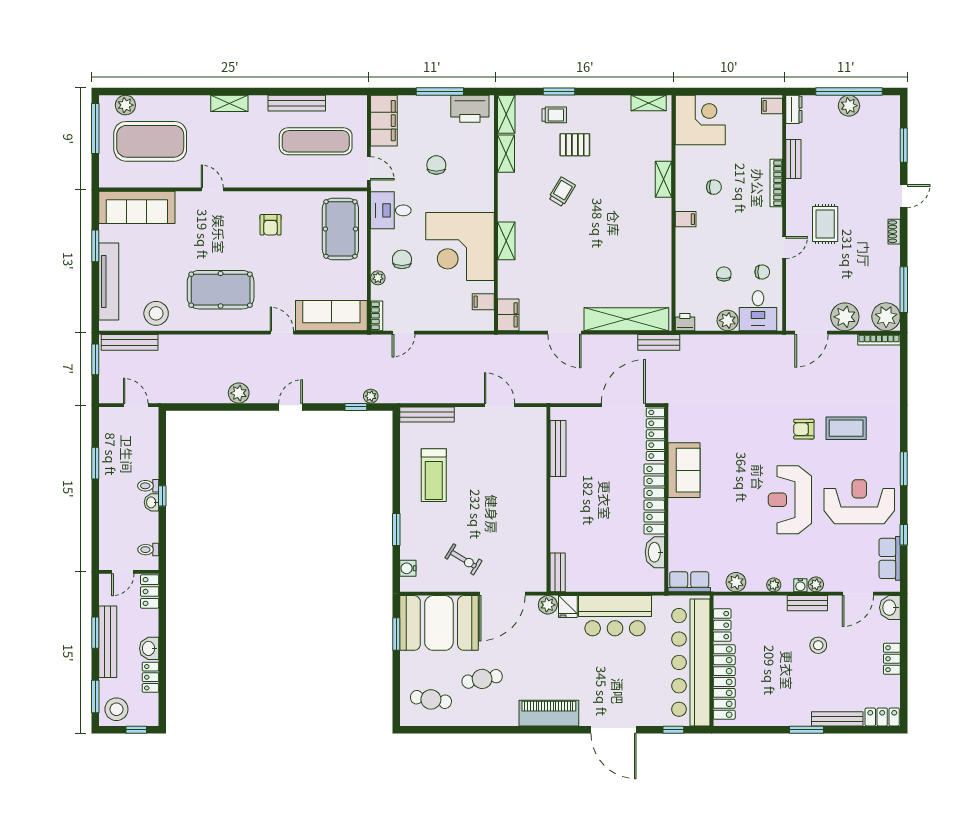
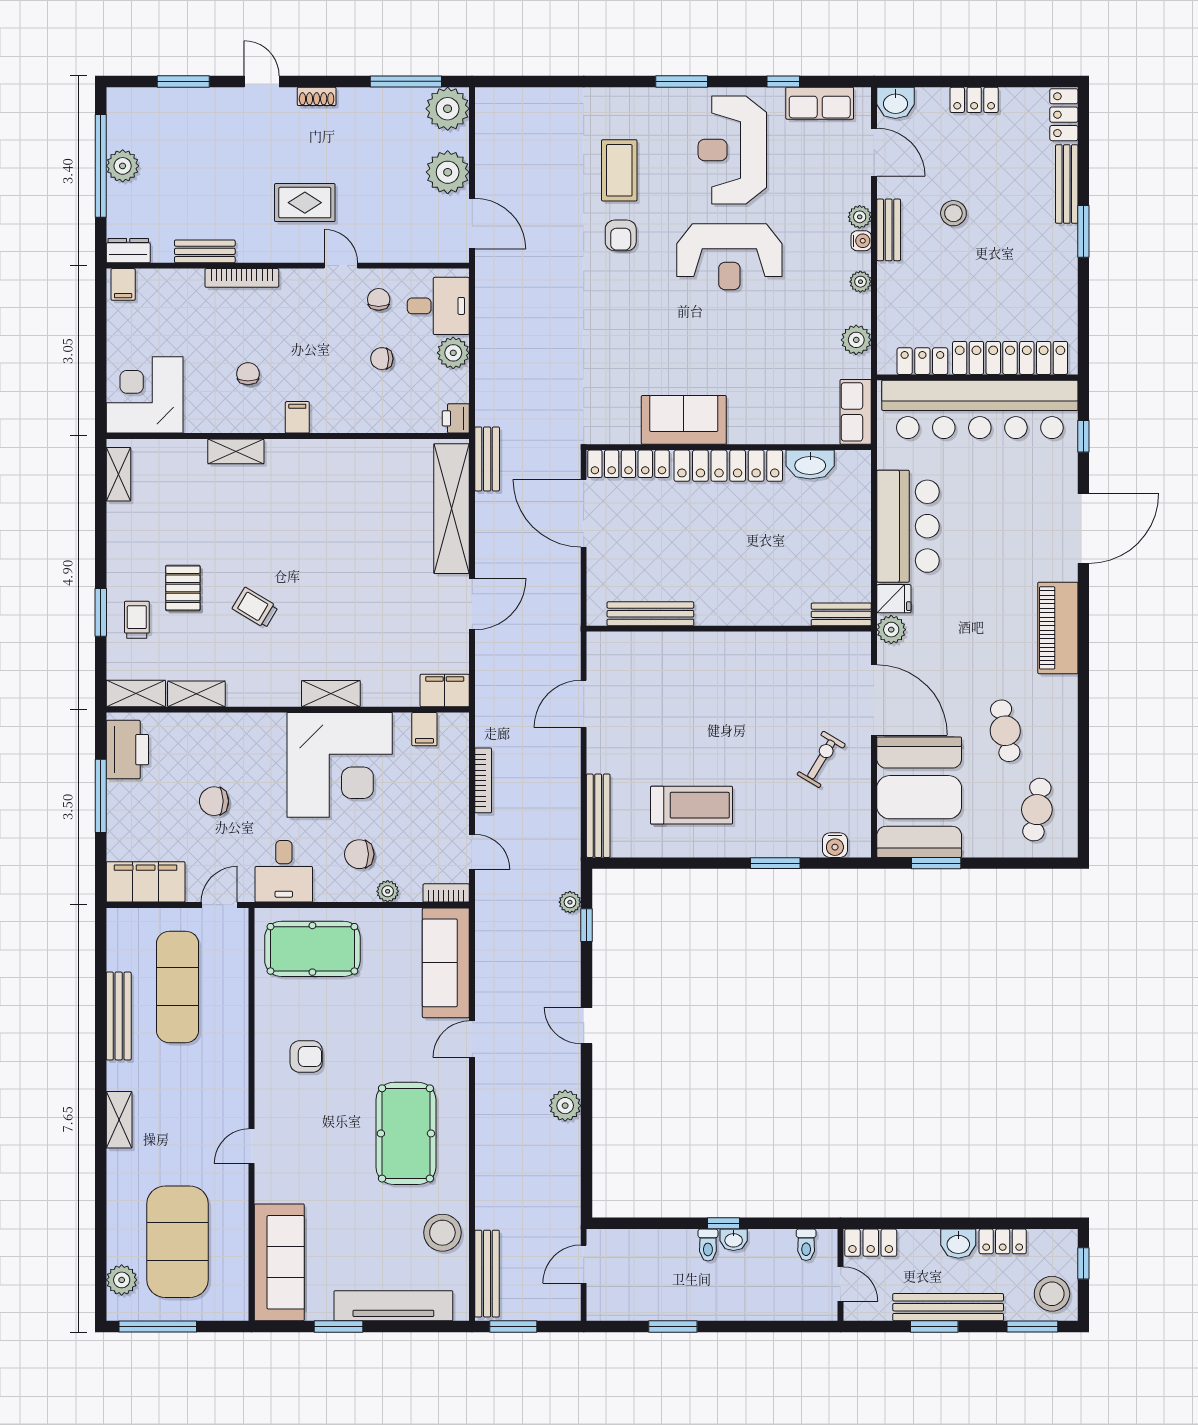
bookcase: (879, 340) -> (483, 780), moved

